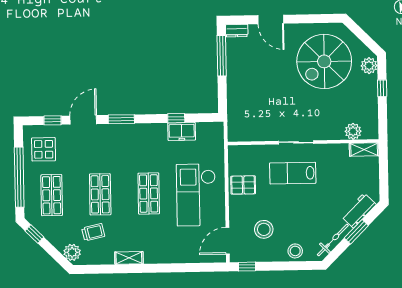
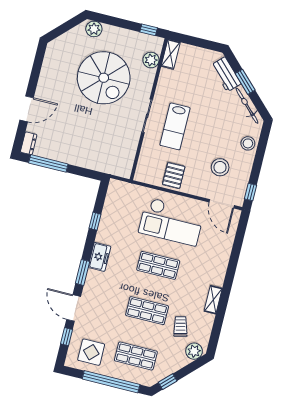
spiral stairs: (324, 61) -> (104, 78), moved
window: (382, 88) -> (149, 30), moved
freezer: (182, 131) -> (99, 257), moved

